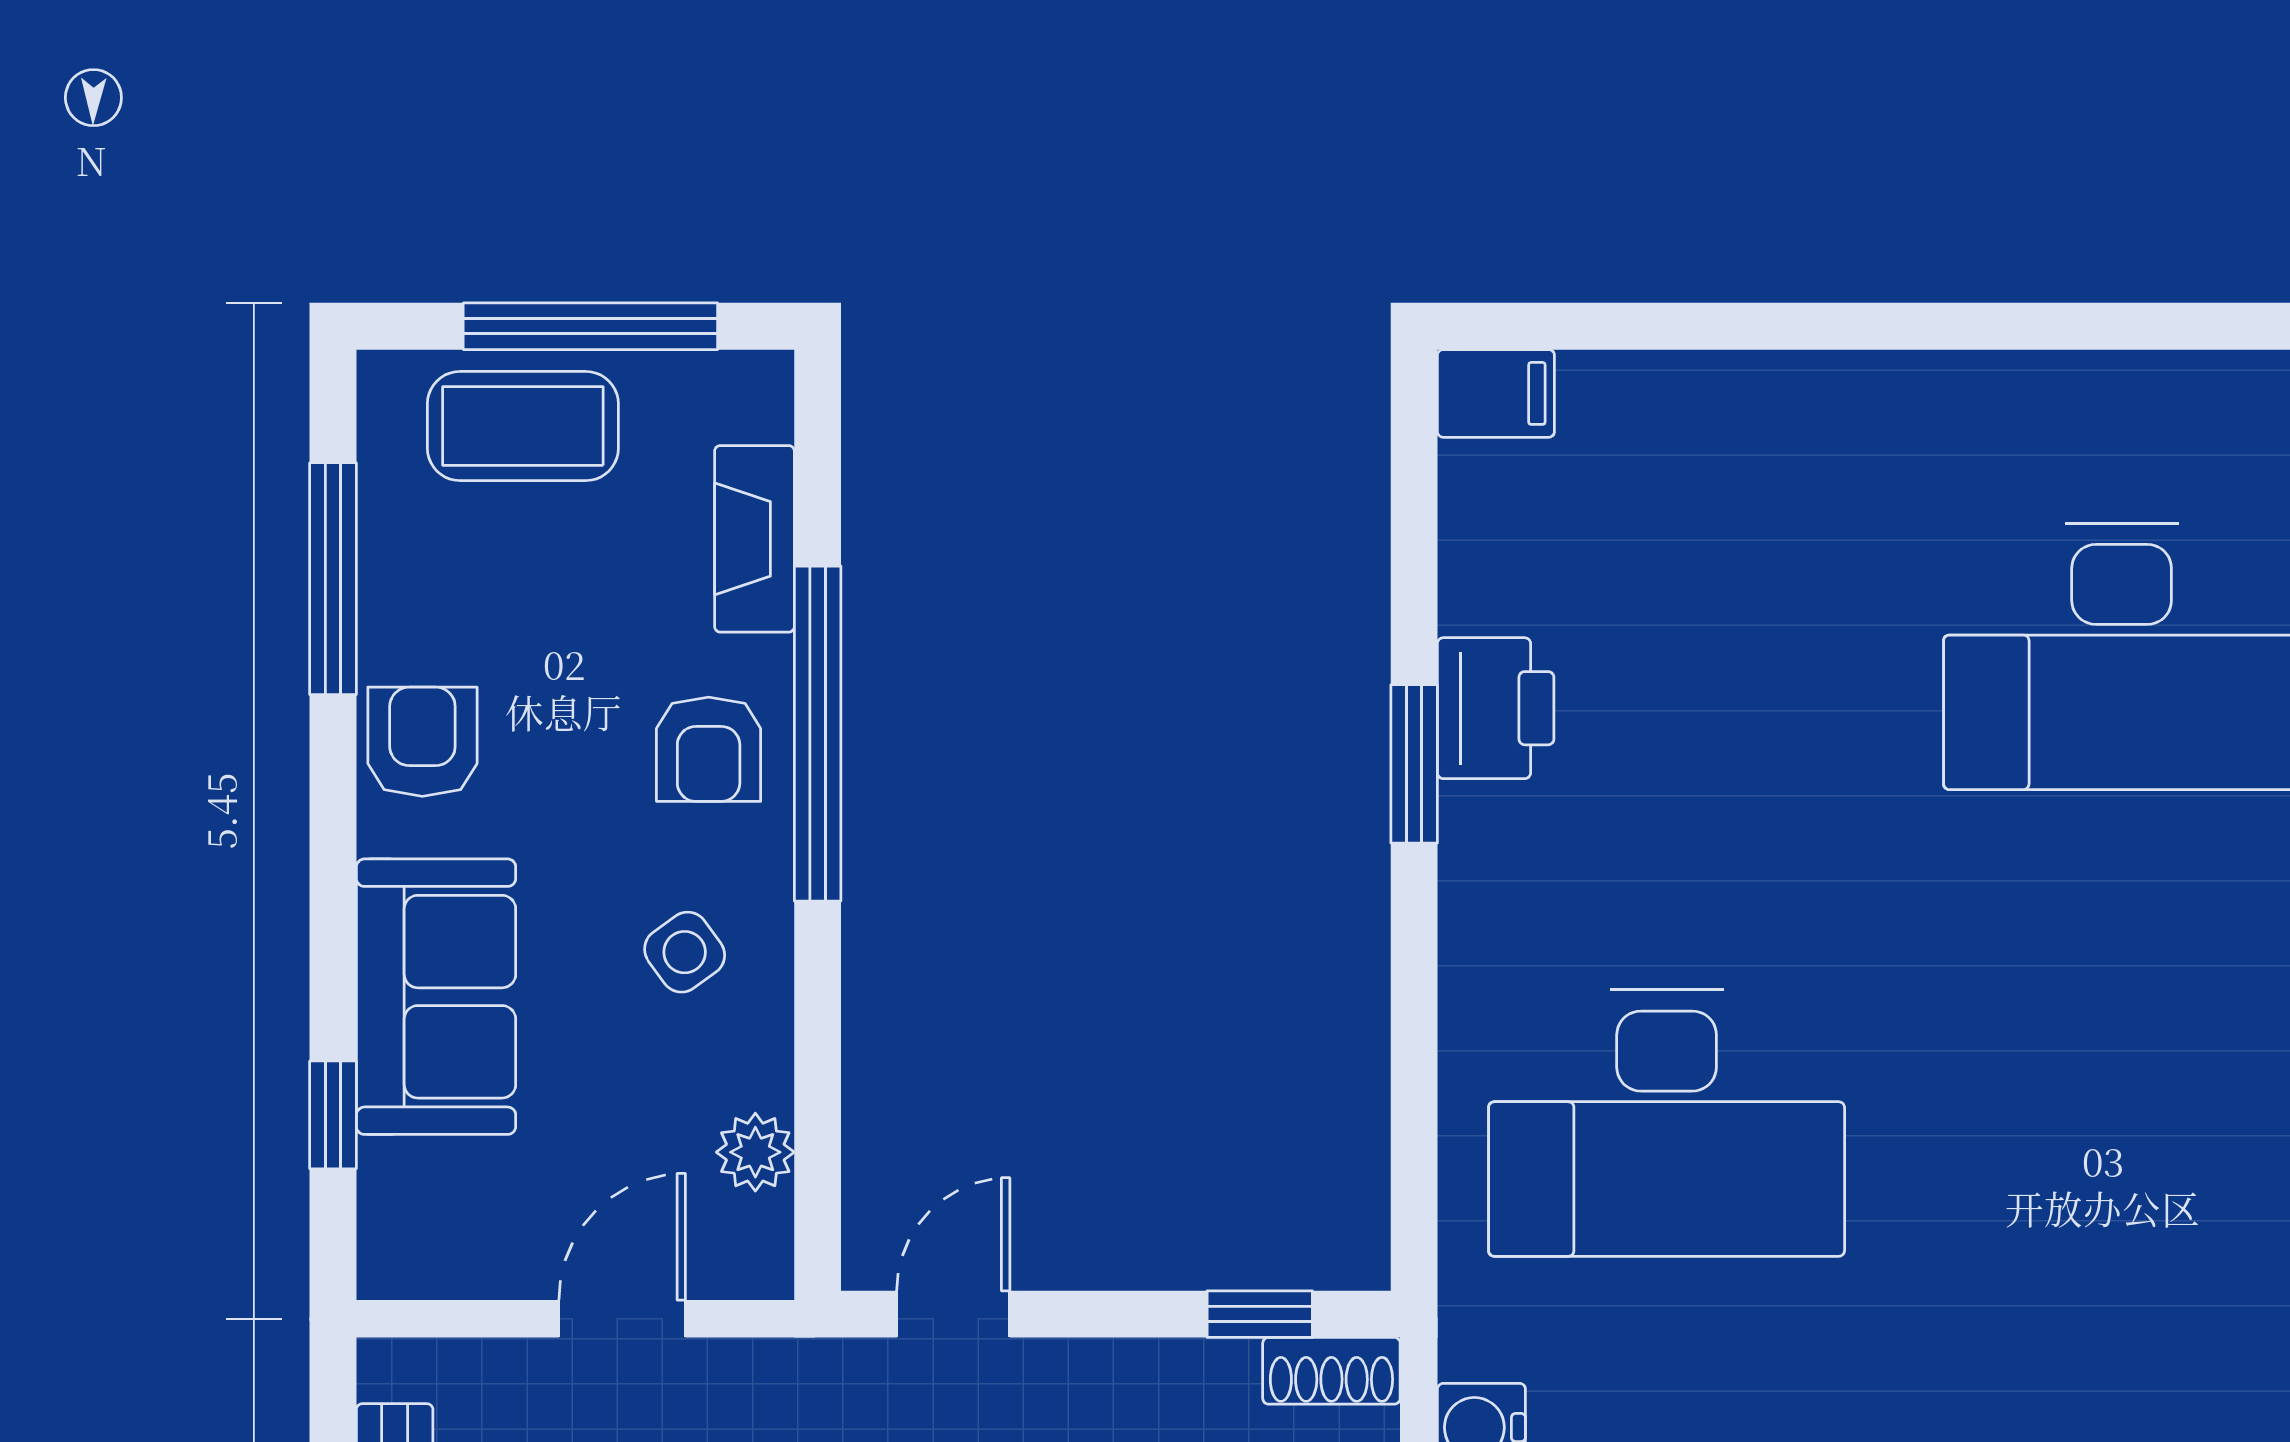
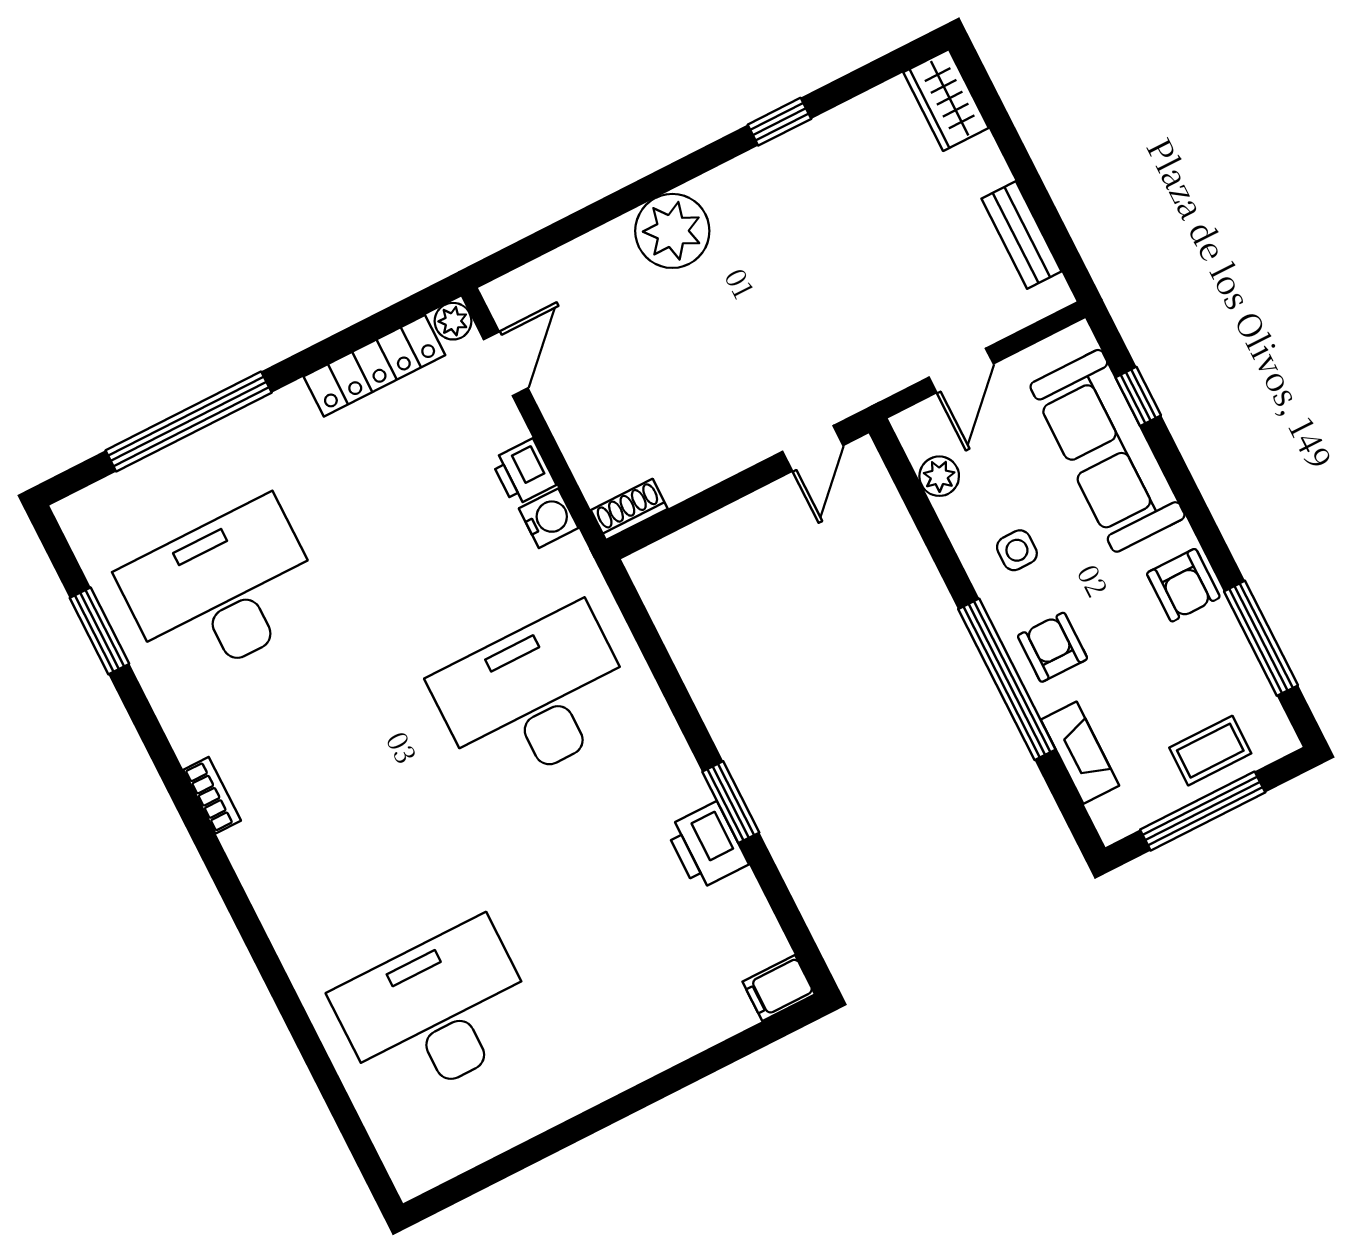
coffee table: (523, 426) -> (1210, 751), width x0.73, depth x0.77
side table: (685, 952) -> (1017, 550), turned 36
sofa: (436, 997) -> (1107, 451), width x1.36
window: (1260, 1314) -> (675, 519), removed

